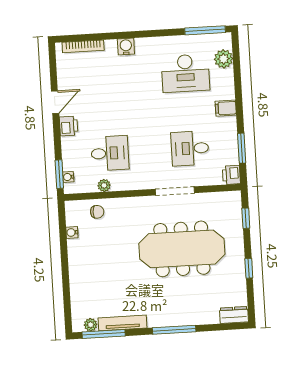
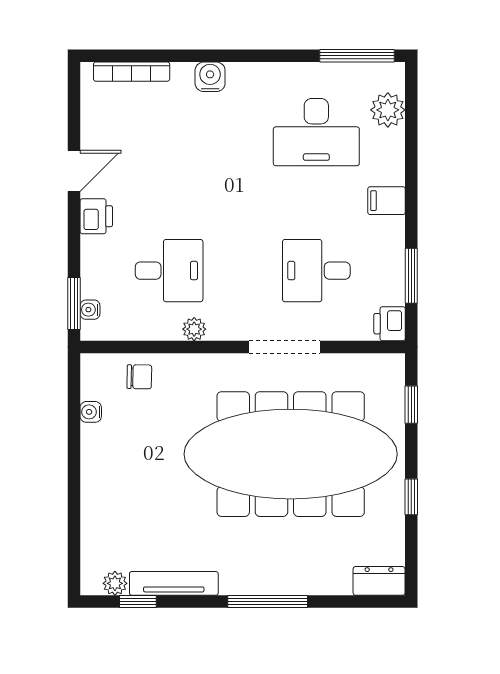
plant: (104, 185) -> (194, 329), moved
meeting table: (182, 249) -> (291, 454), width x1.36, depth x1.27
window: (104, 334) -> (138, 602), width x0.46

